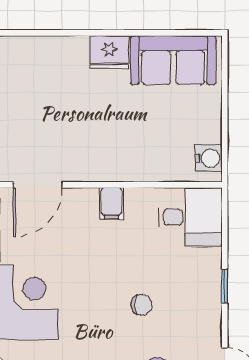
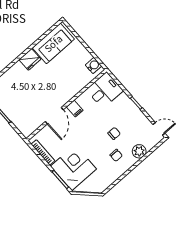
door: (38, 185) -> (54, 116), moved
chair: (112, 345) -> (116, 155), added

